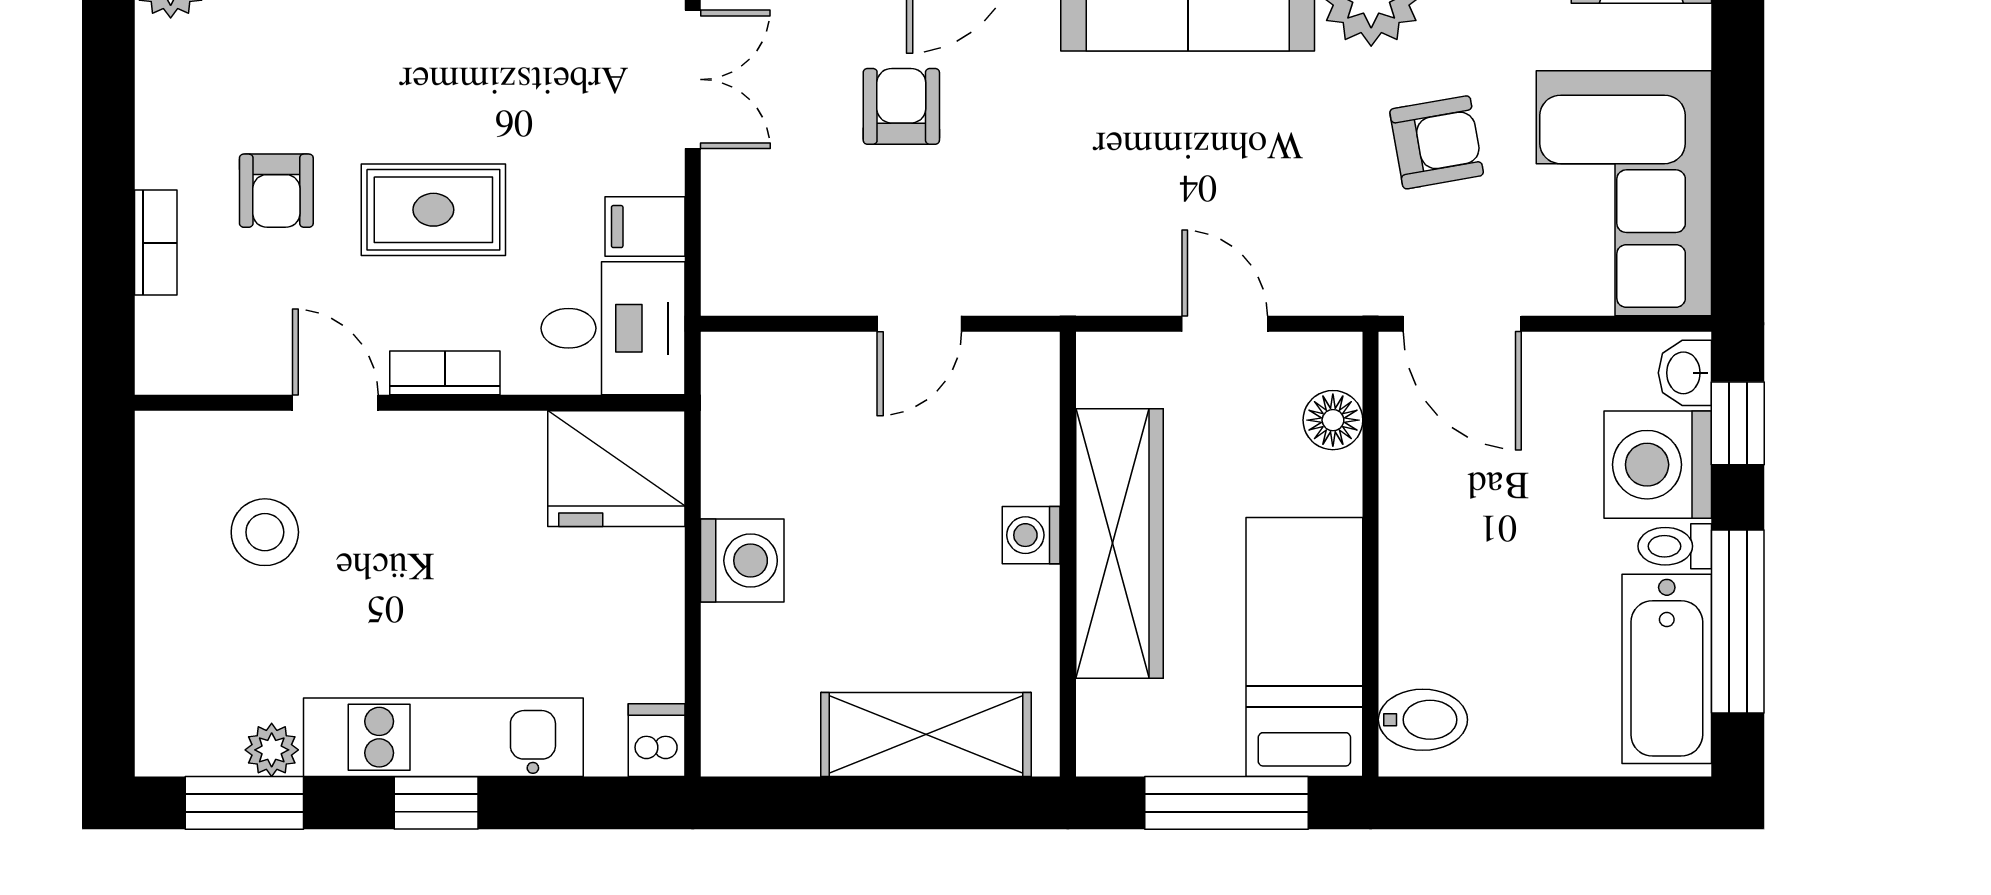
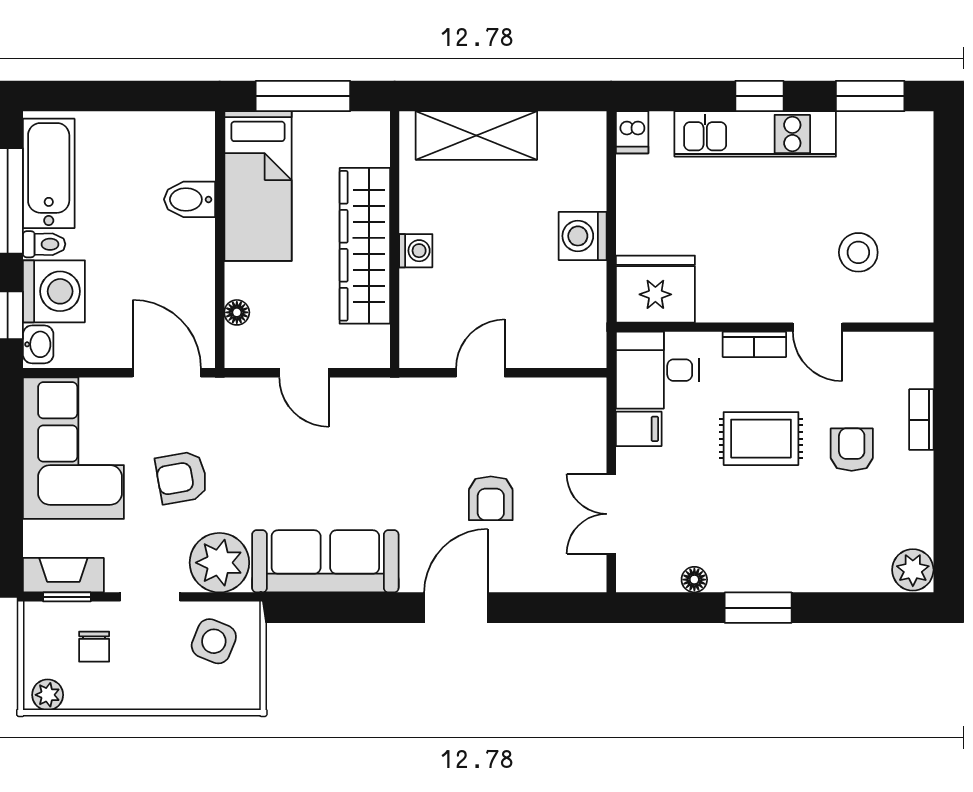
floor lamp: (1333, 420) -> (237, 312), width x0.73, depth x0.73
bidet: (1423, 720) -> (190, 199), moved
plant: (272, 750) -> (854, 127), removed

